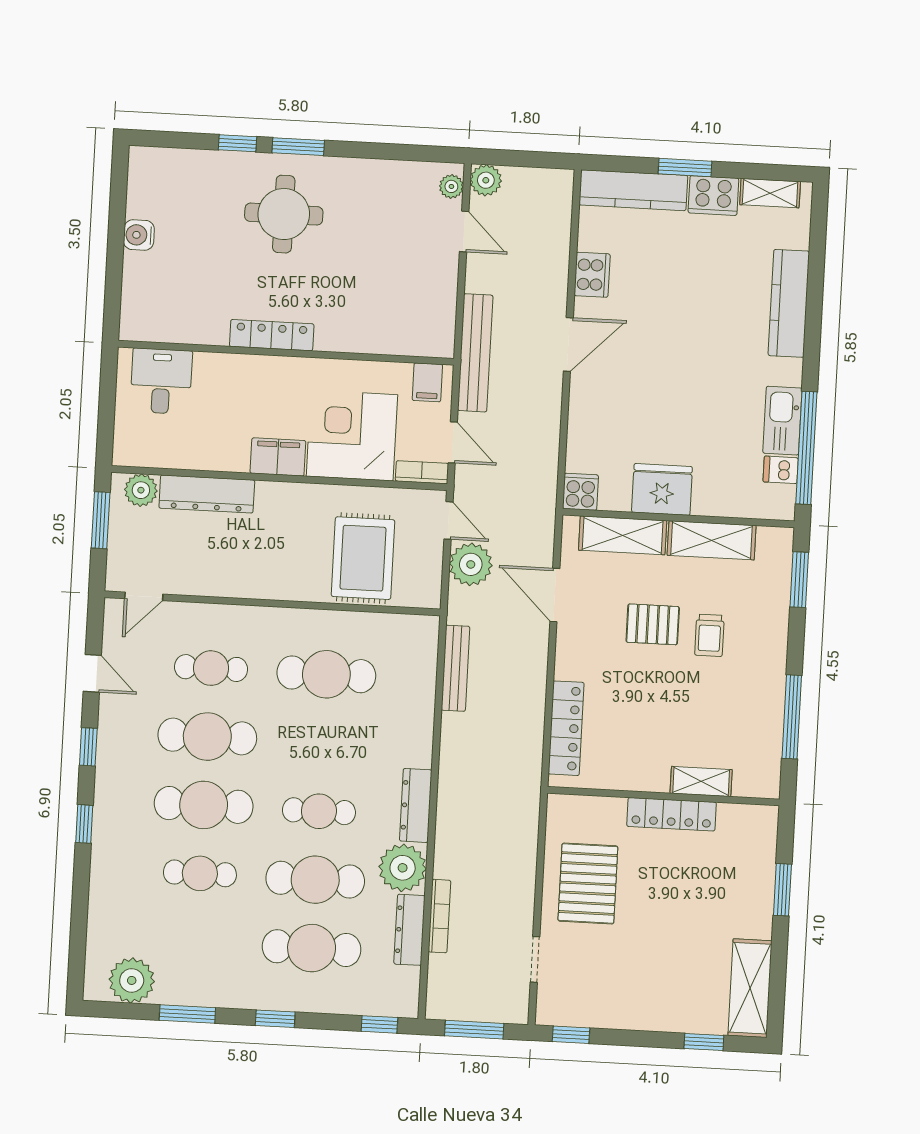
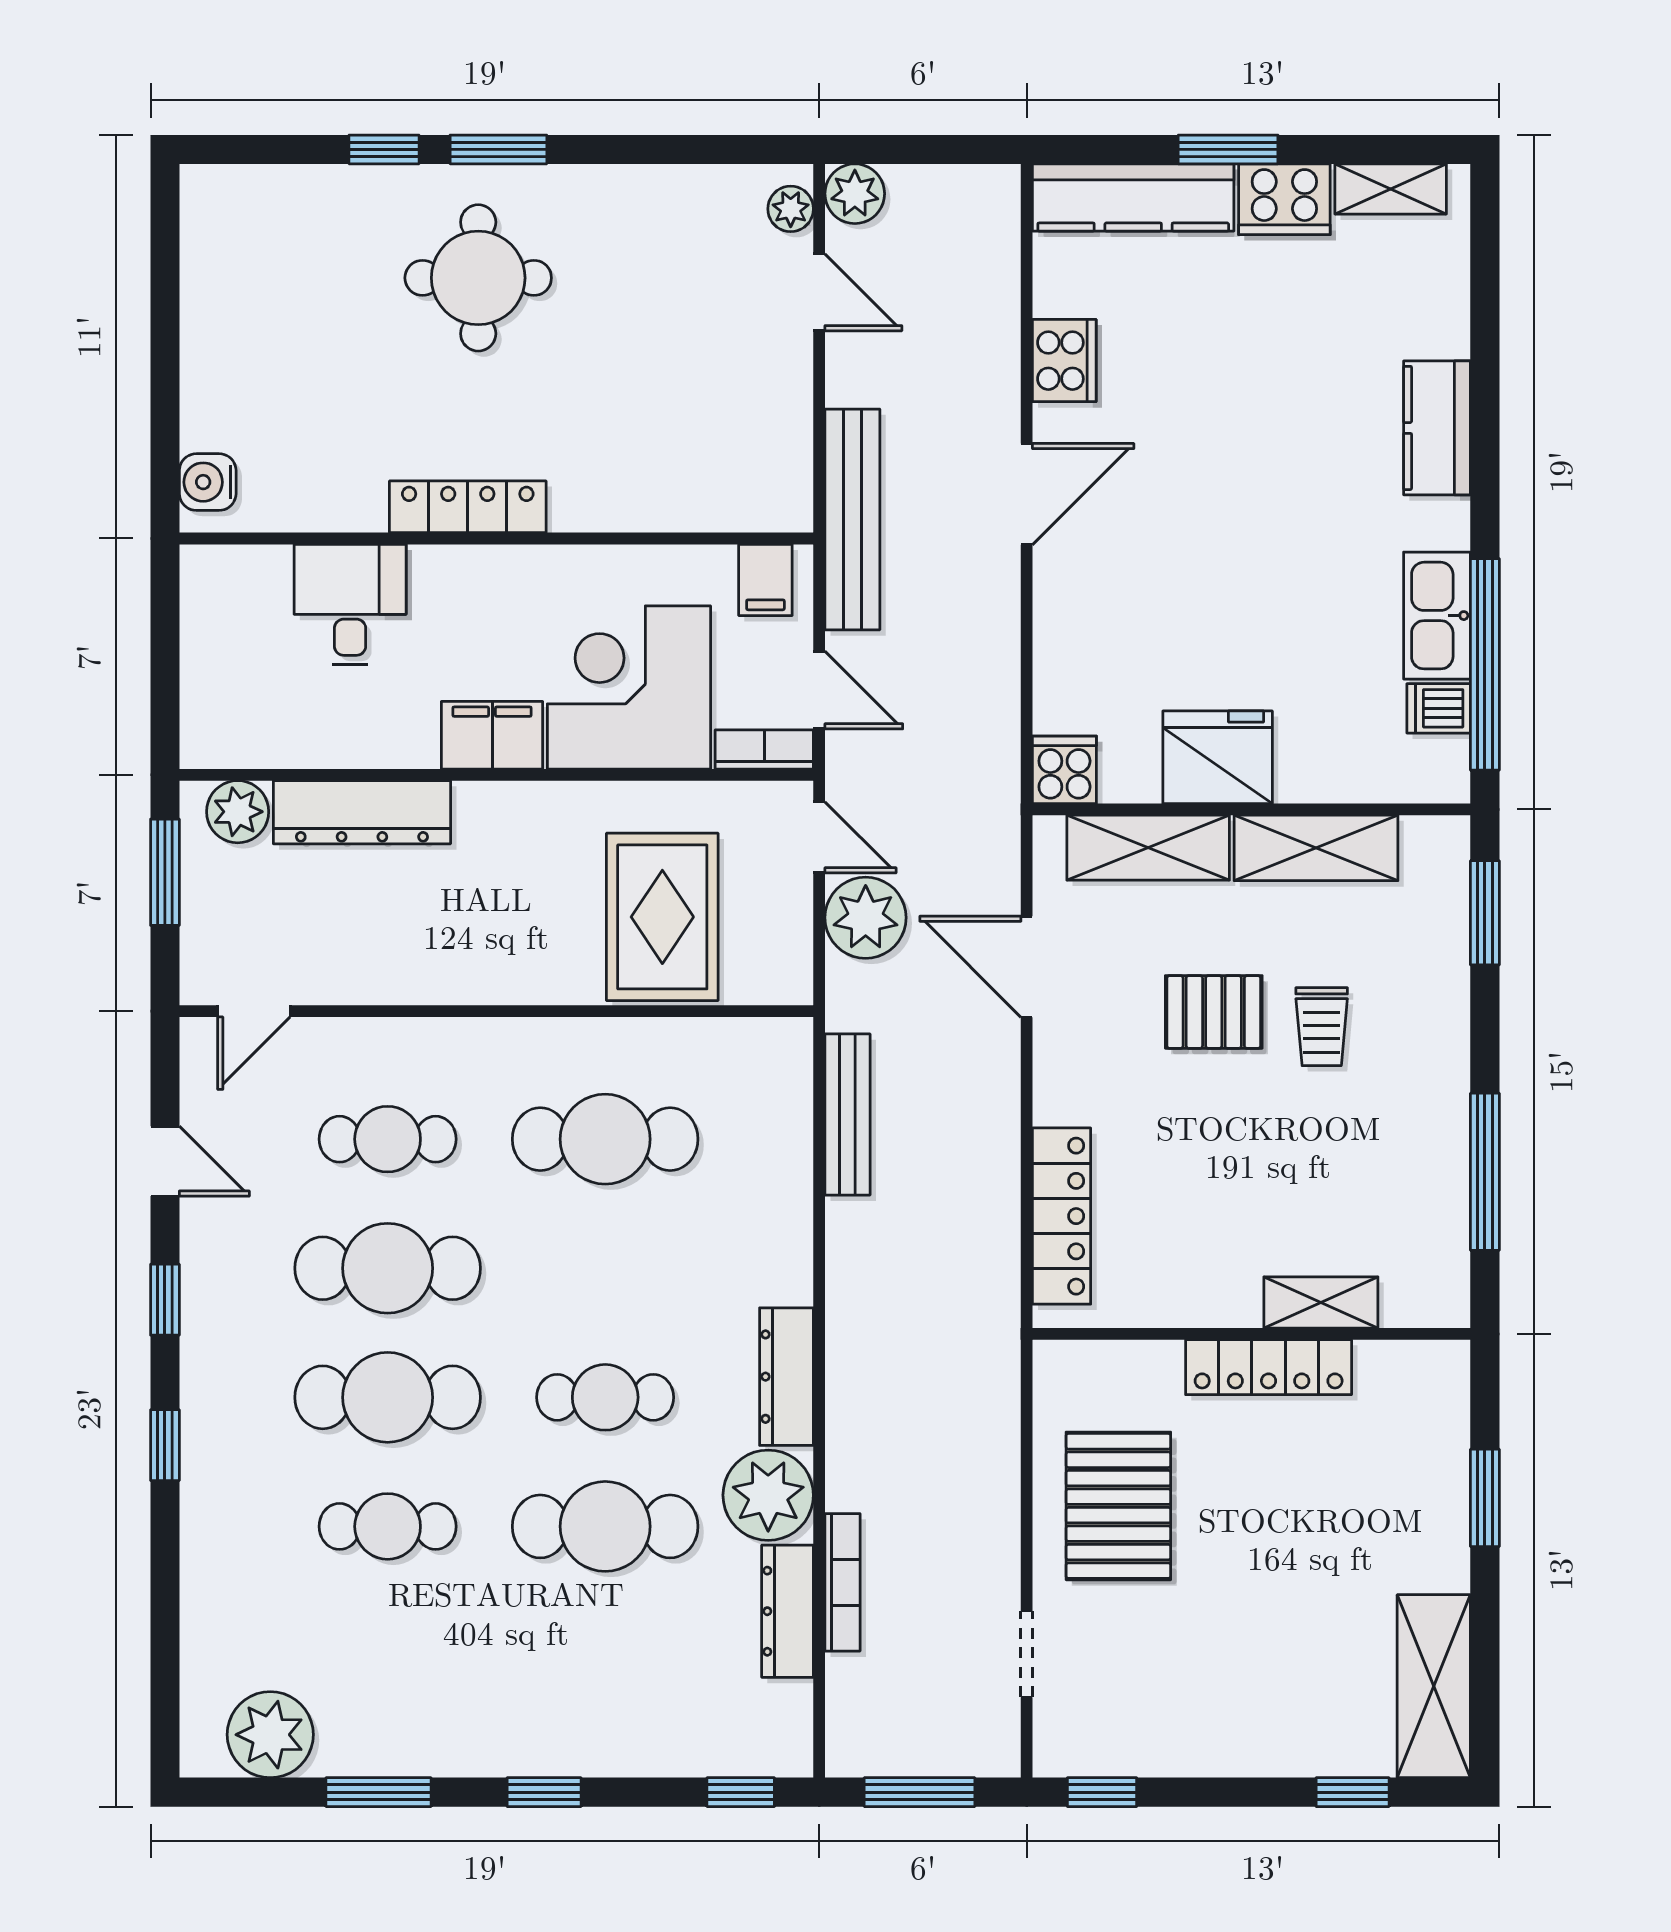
water cooler: (139, 235) -> (208, 482), moved
kitchen counter: (789, 303) -> (1437, 428), width x0.67
desk: (161, 381) -> (350, 605), moved
cafe table: (312, 948) -> (605, 1656), removed

